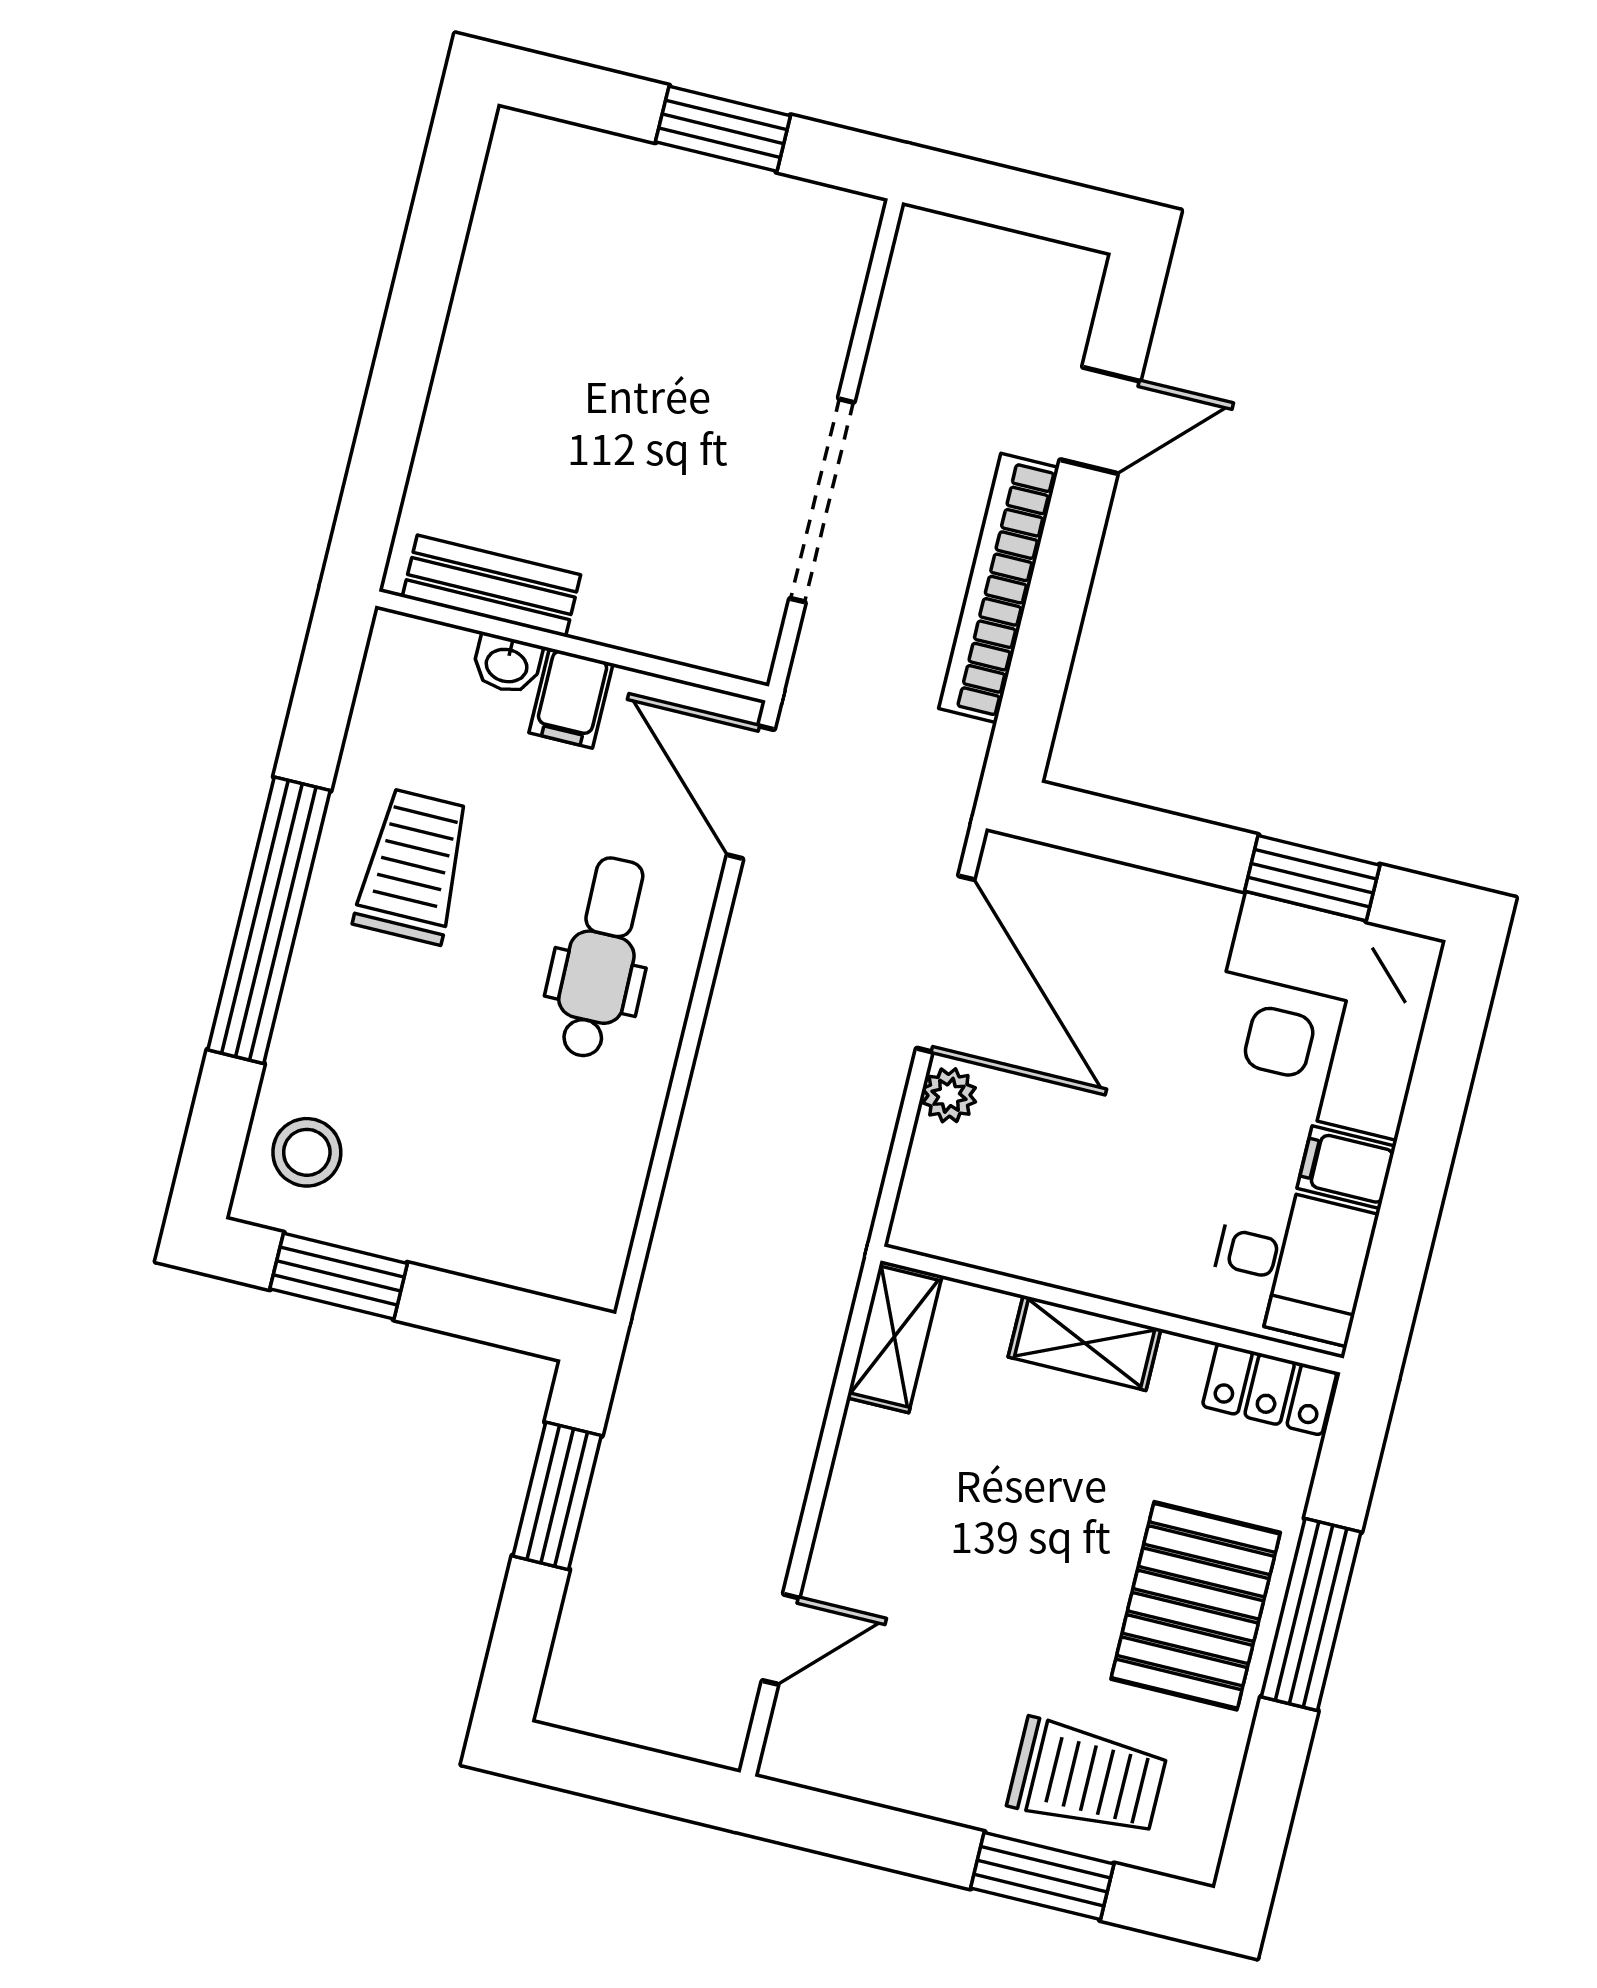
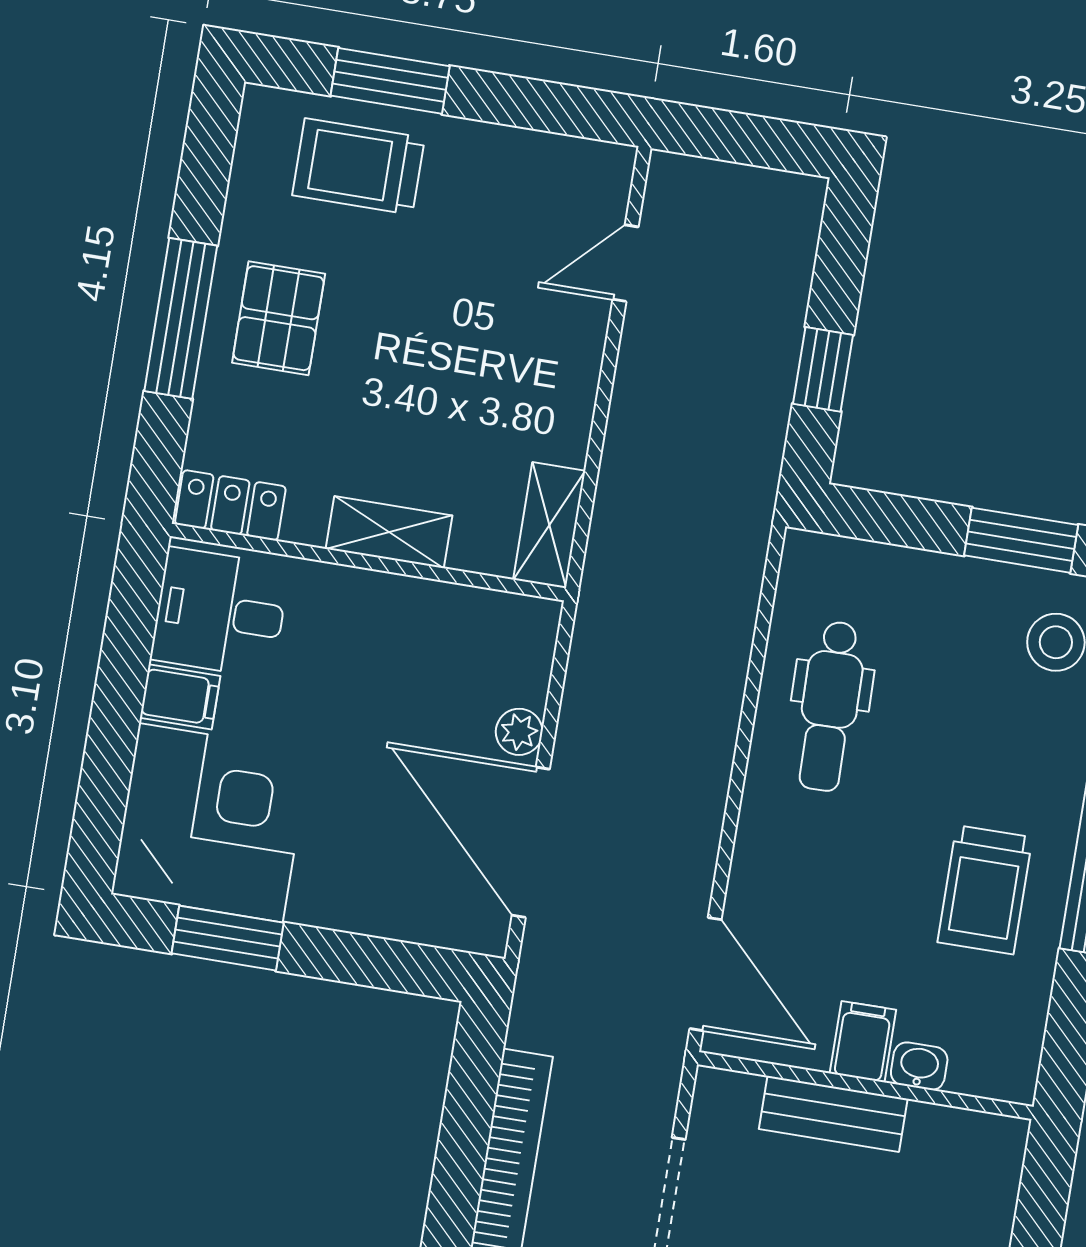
bench: (491, 586) -> (833, 1114), moved
dental chair: (601, 958) -> (830, 706), moved
window: (557, 1496) -> (823, 369), width x0.67
pallet: (1196, 1606) -> (279, 318), width x0.67, depth x0.71

